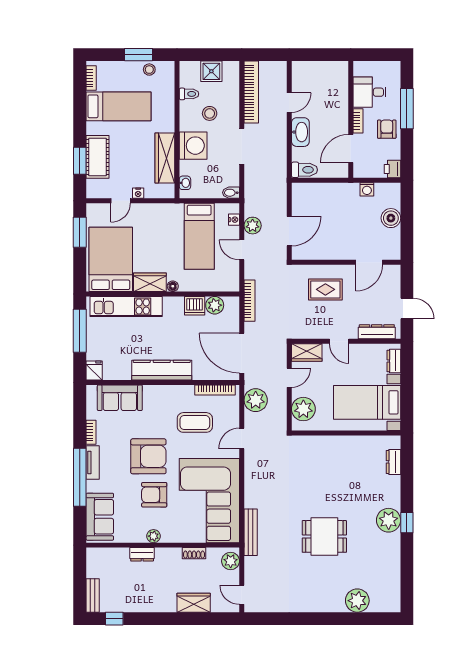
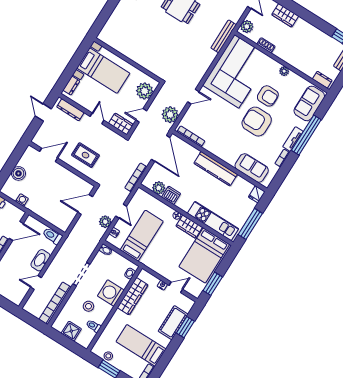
coffee table: (195, 422) -> (216, 124), removed
dresser: (393, 462) -> (110, 24), removed
dresser: (142, 554) -> (322, 80), moved

